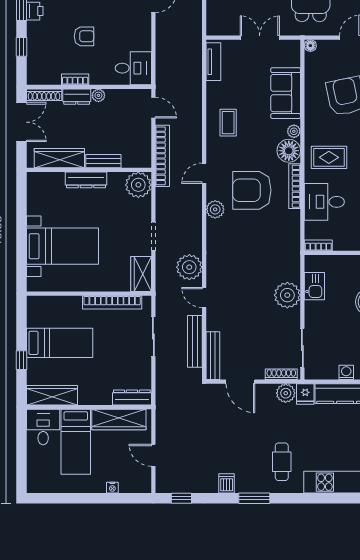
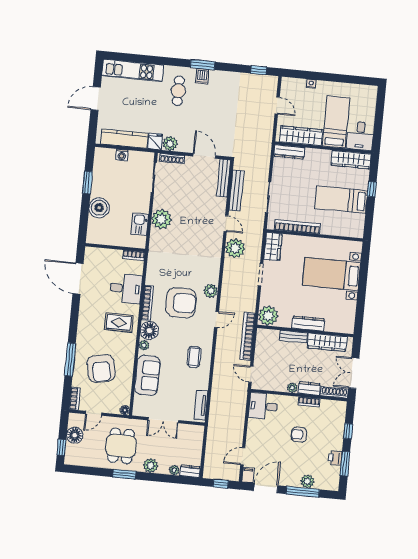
dishwasher: (227, 483) -> (202, 76), moved

